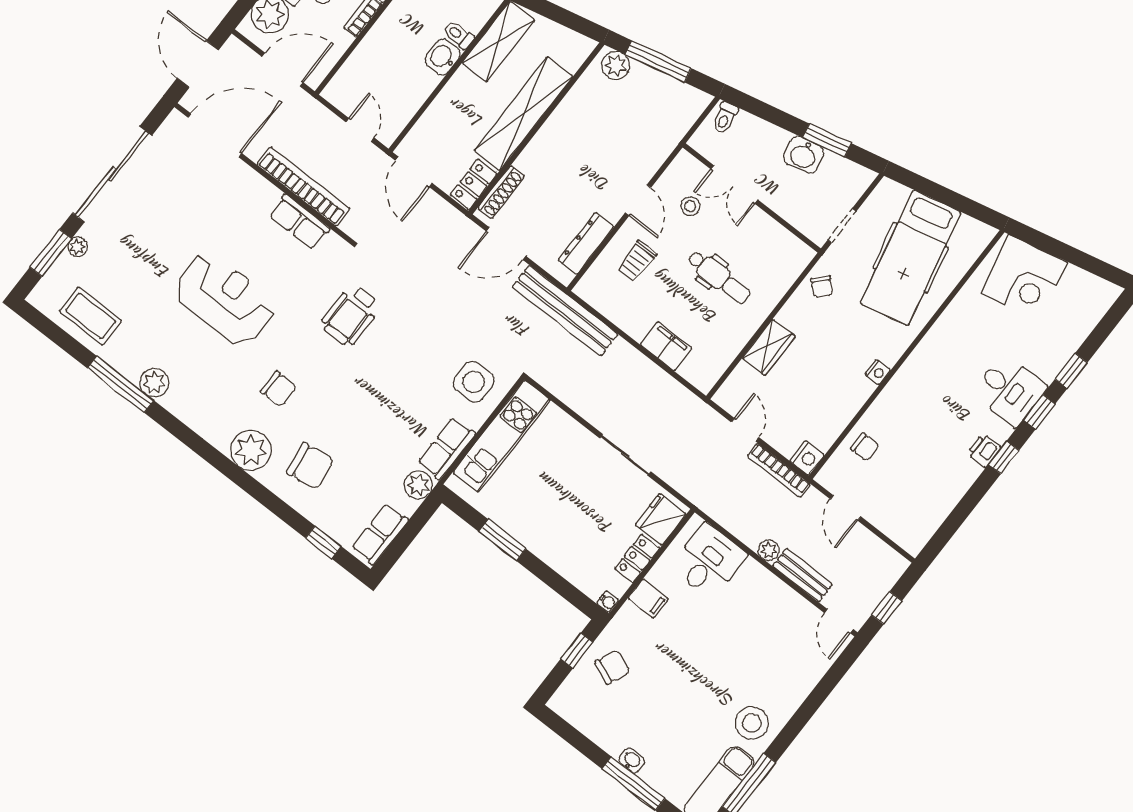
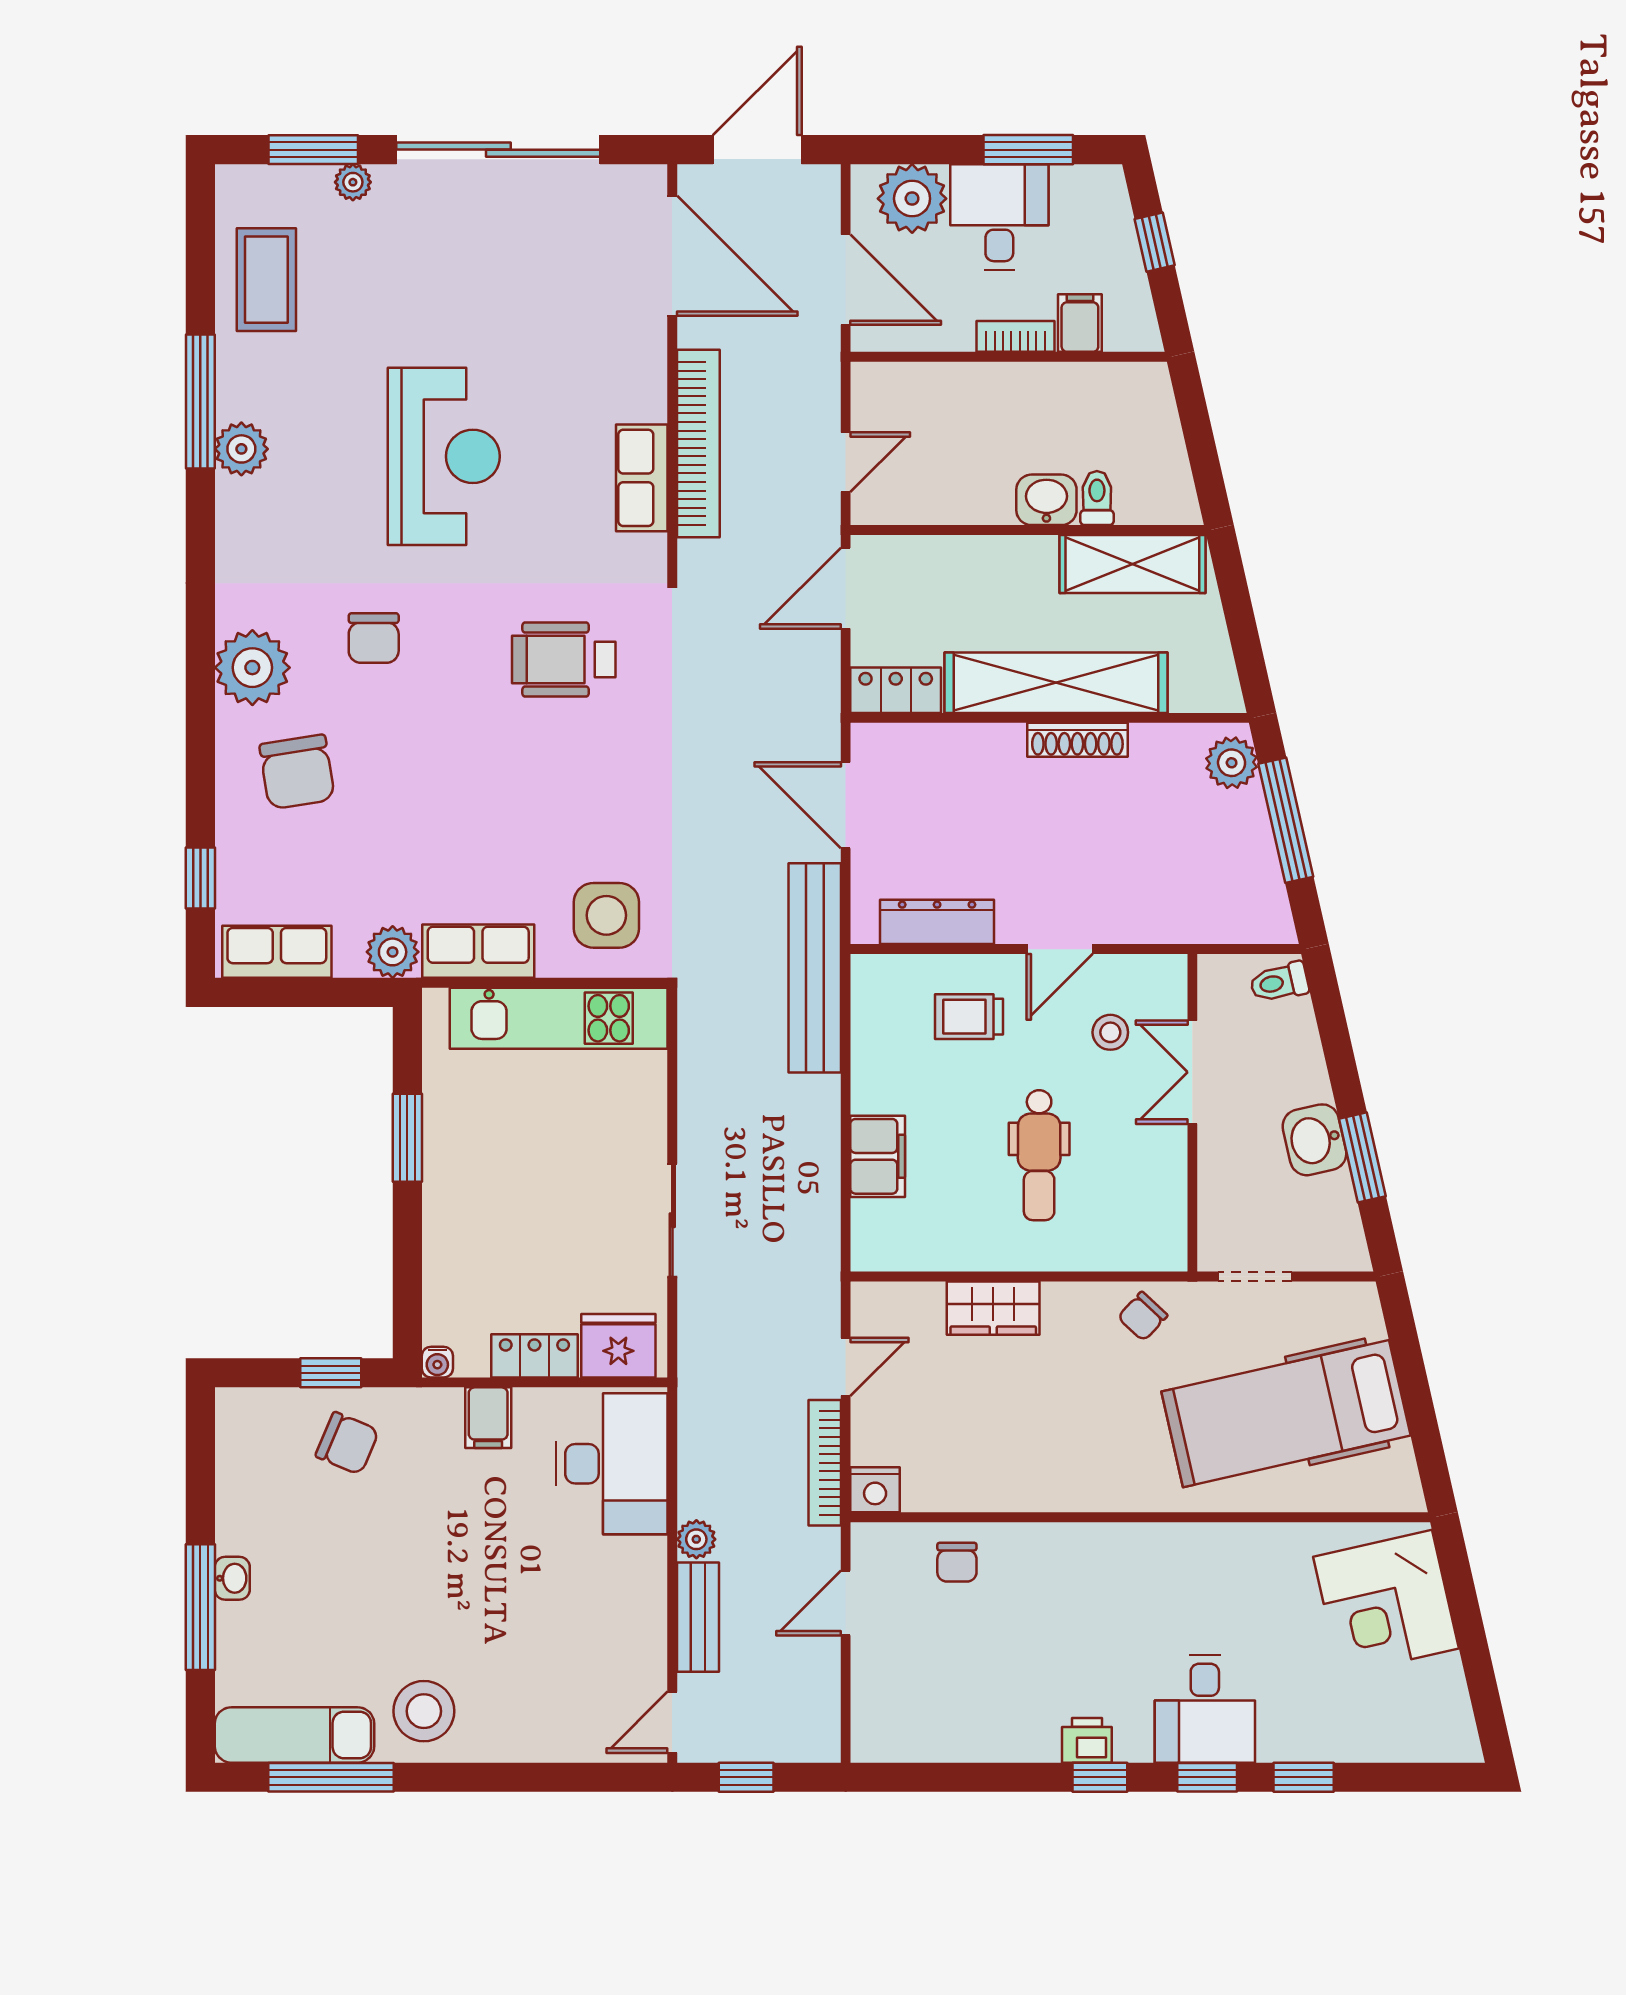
shoe rack: (501, 192) -> (1077, 740), moved
nightstand: (878, 372) -> (1081, 1496), removed
desk: (709, 561) -> (612, 1464), width x1.37

